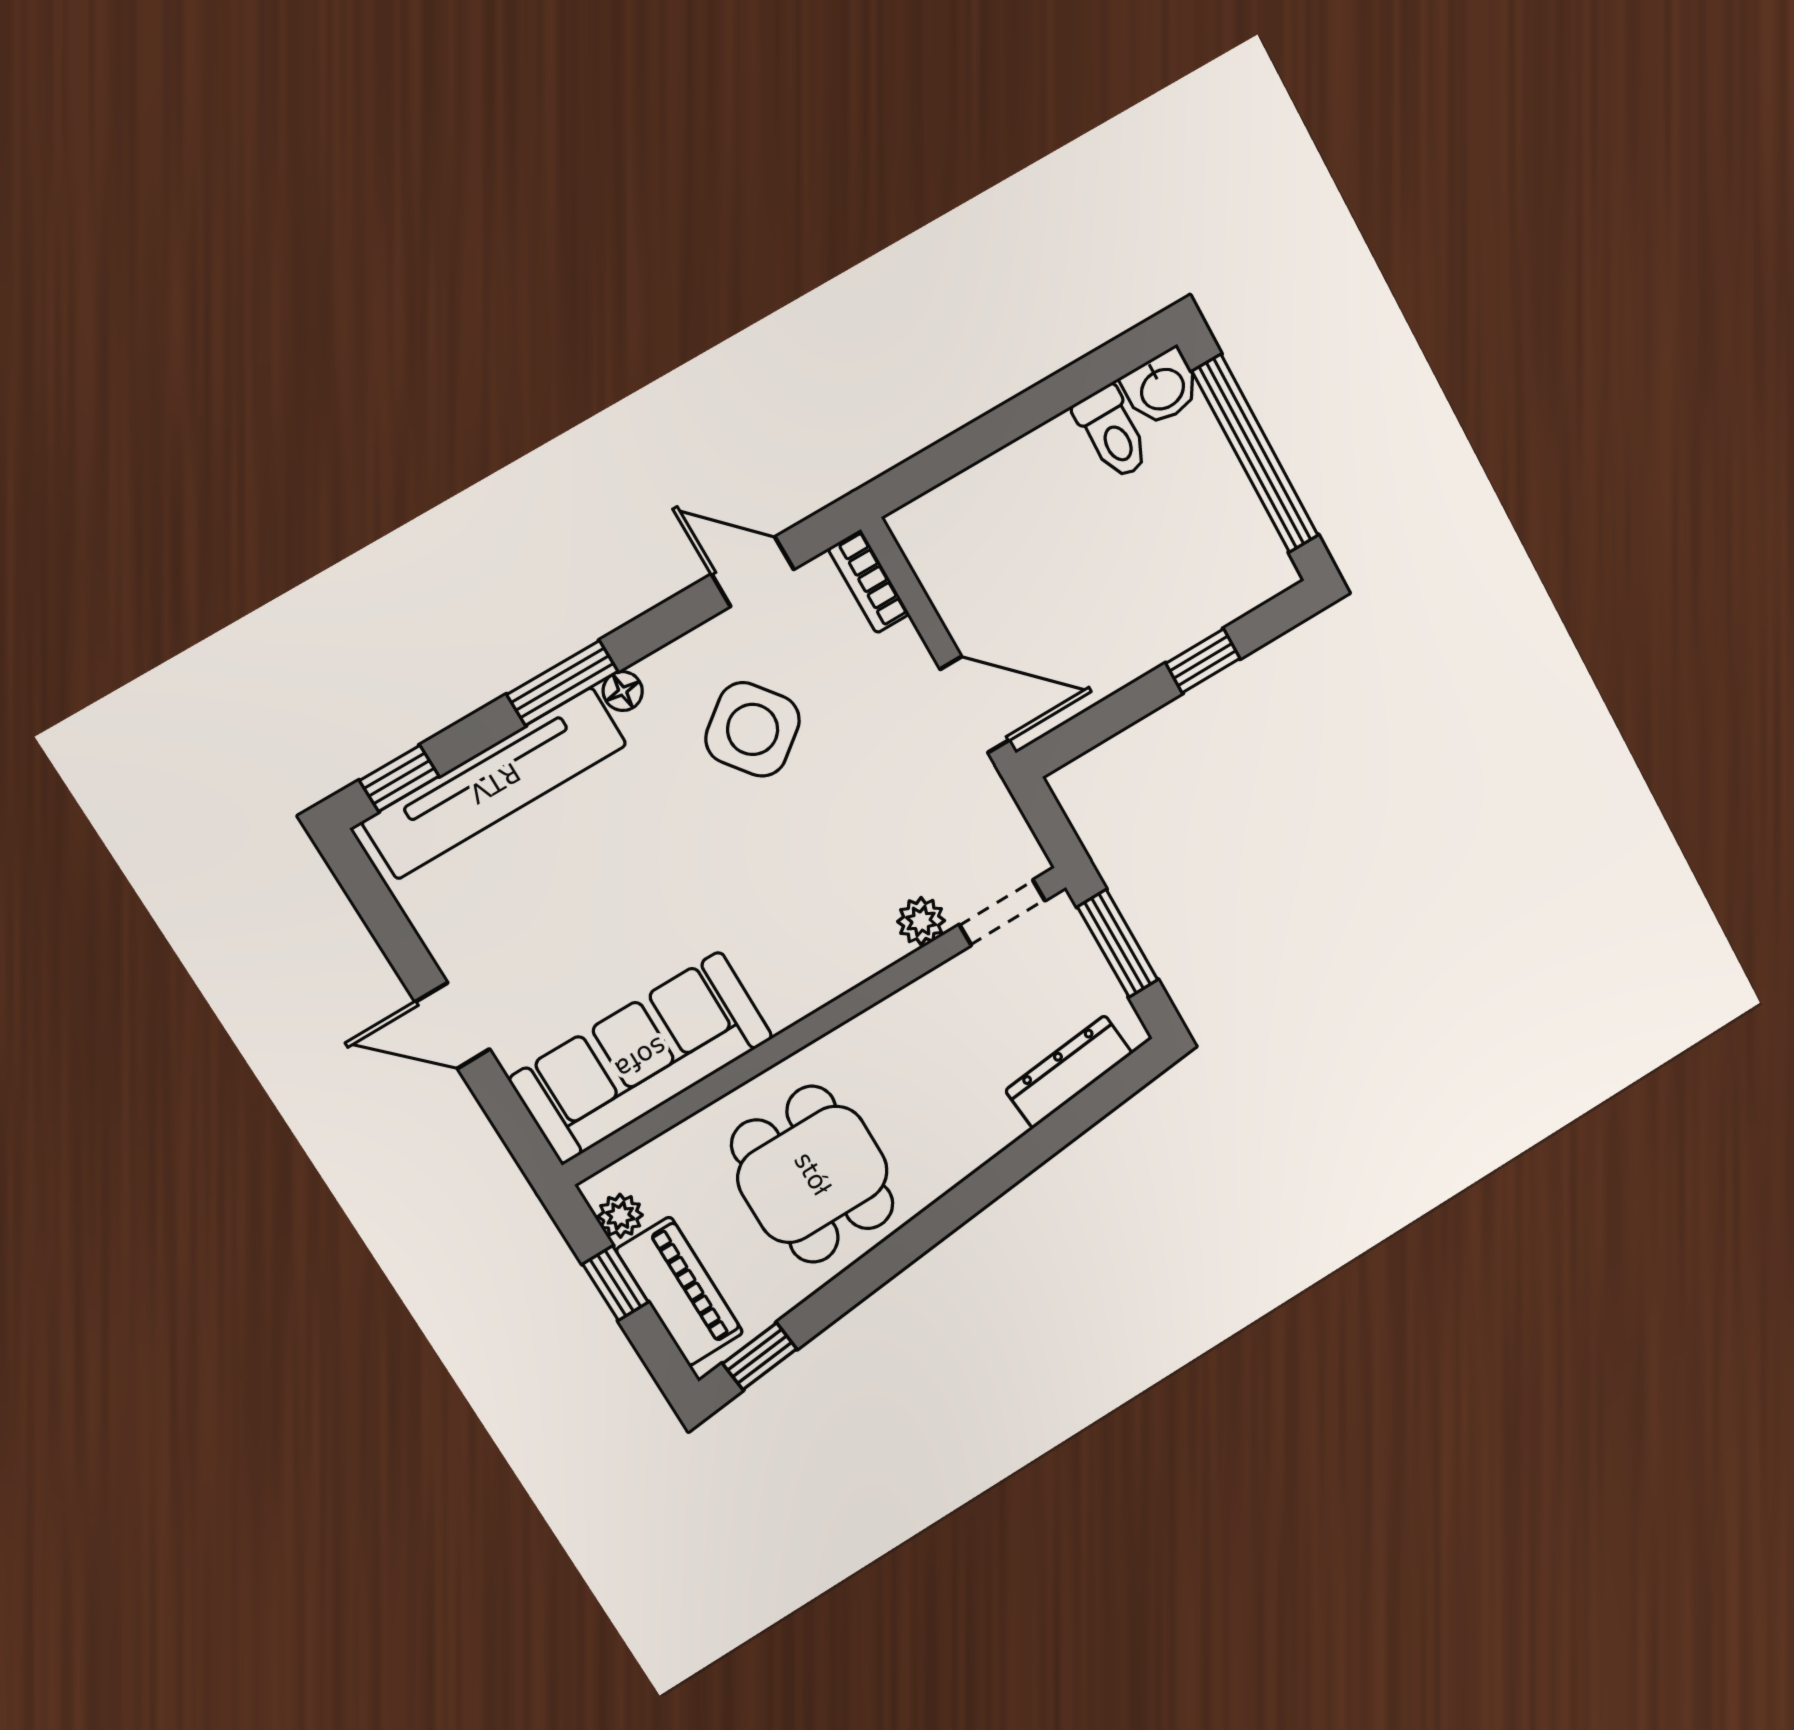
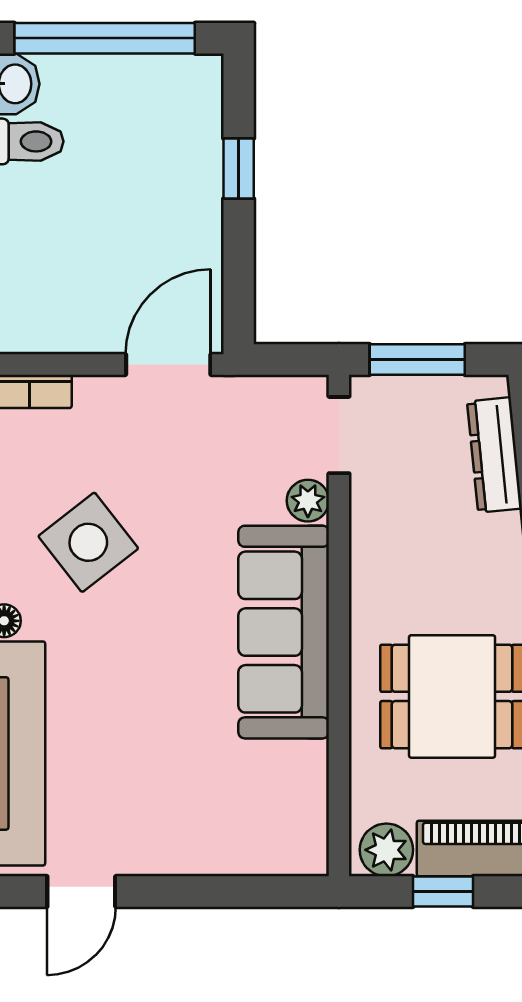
door: (453, 1026) -> (81, 892), moved
sofa: (641, 1058) -> (284, 632), moved
plant: (620, 1216) -> (386, 850), width x1.38, depth x1.38

